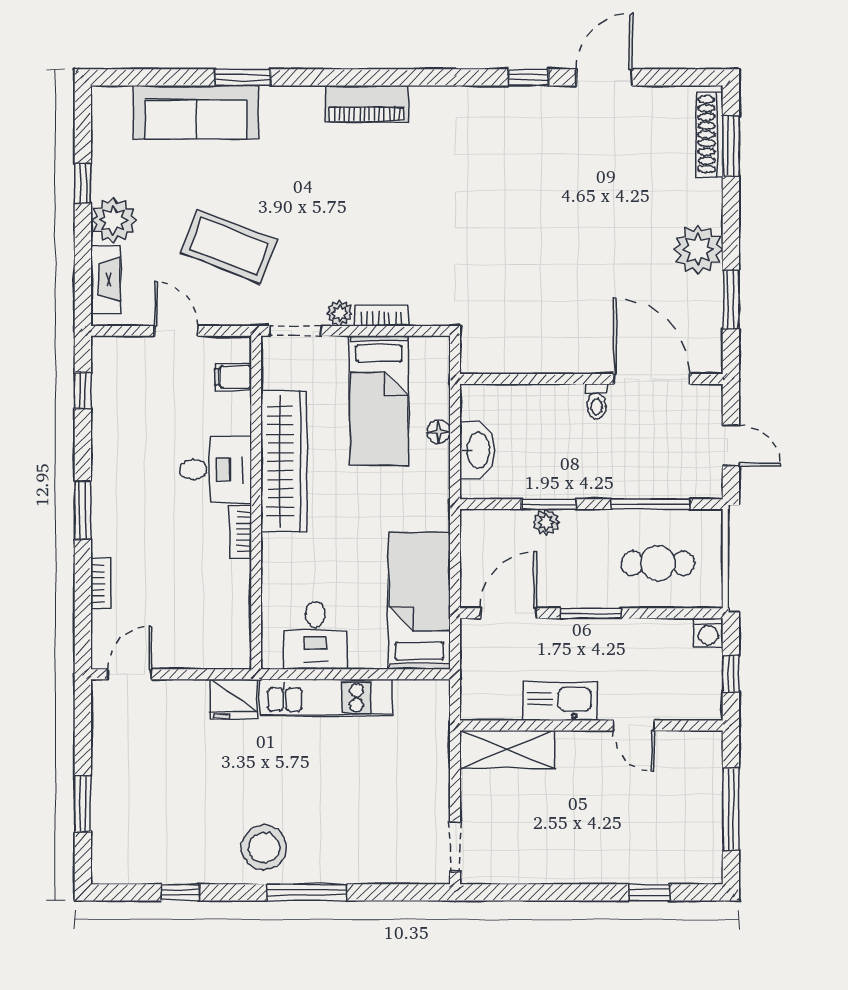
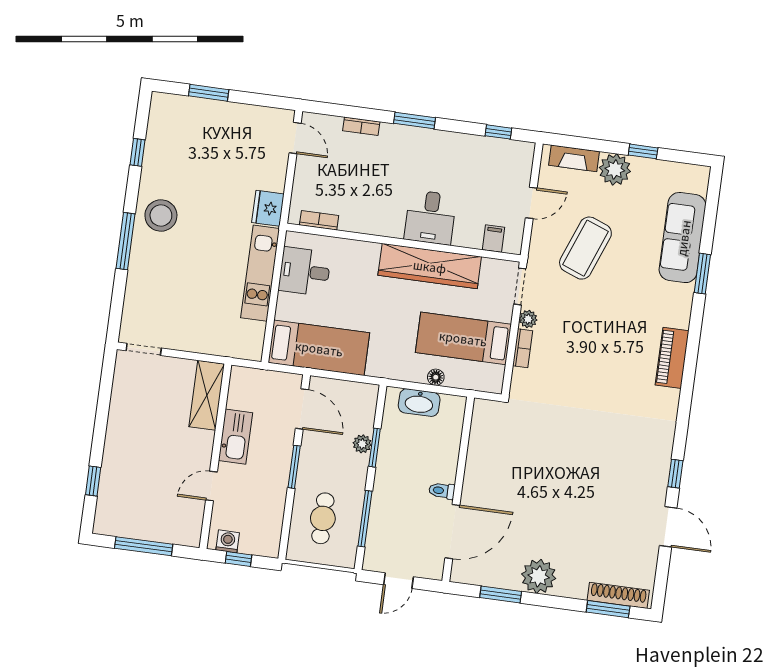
bookcase: (241, 532) -> (319, 220), moved
washing machine: (708, 633) -> (228, 541), moved, turned 90

